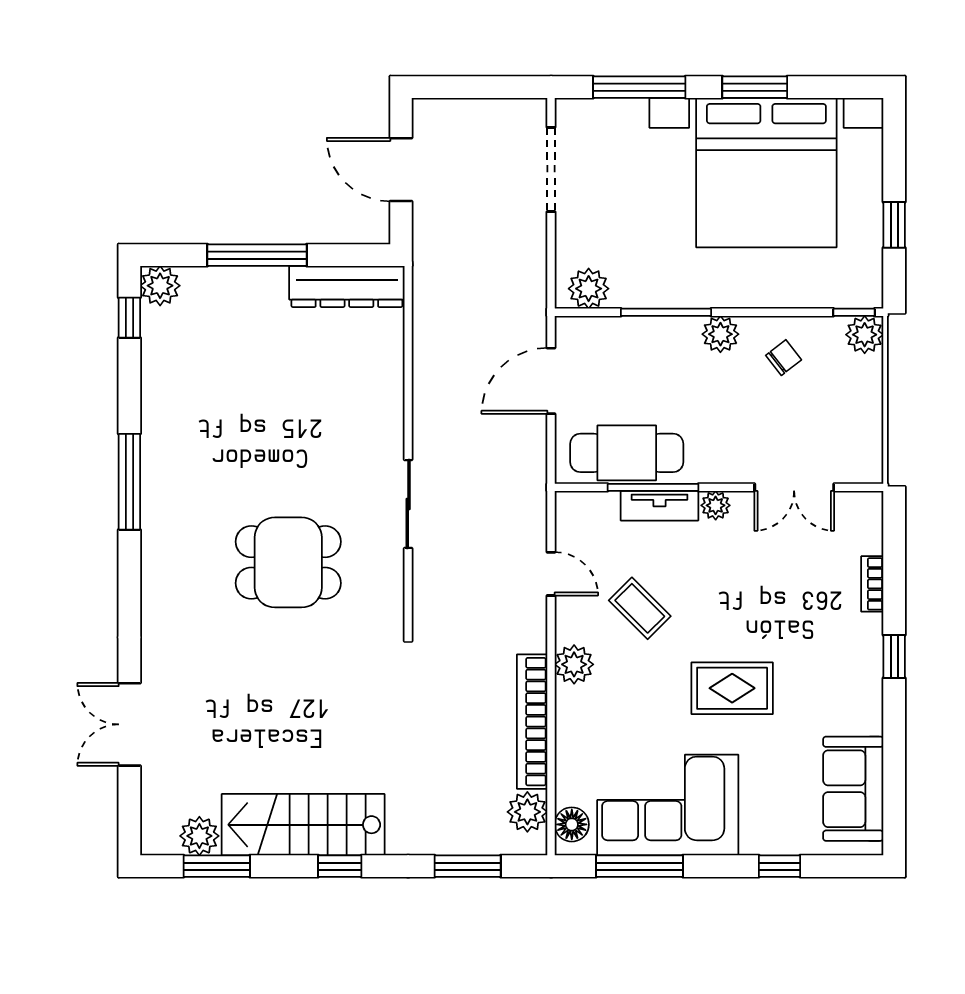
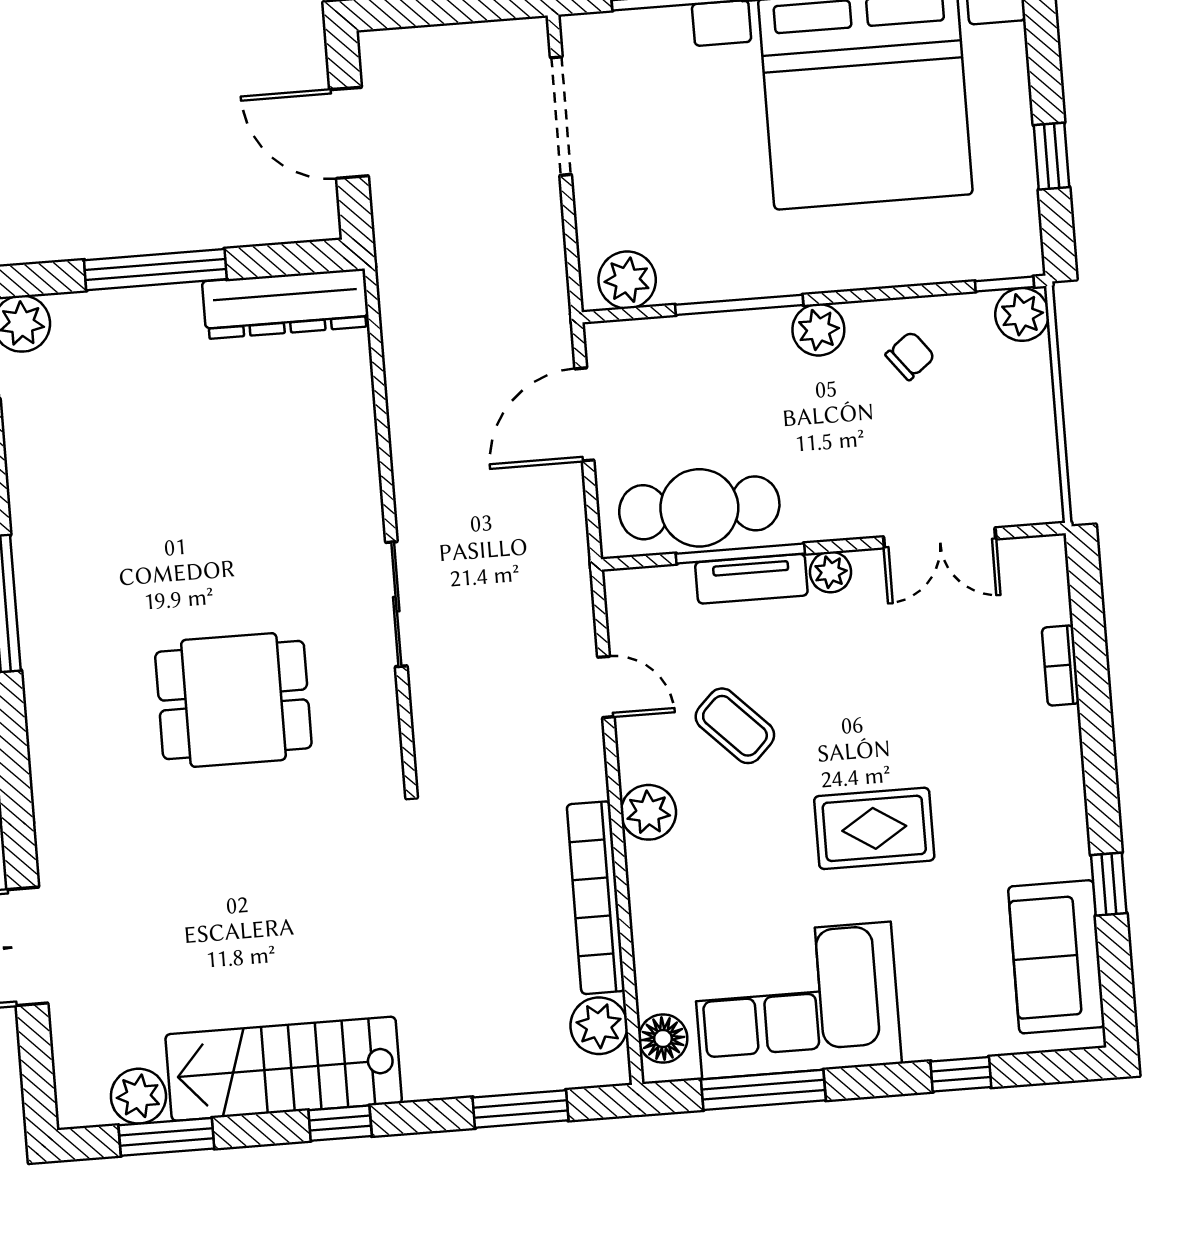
window: (894, 656) -> (1109, 884), moved

